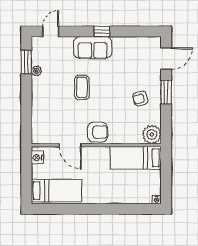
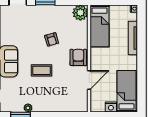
armchair: (140, 98) -> (52, 39), moved
nightstand: (37, 158) -> (111, 107), moved
tv unit: (121, 198) -> (133, 38), added

